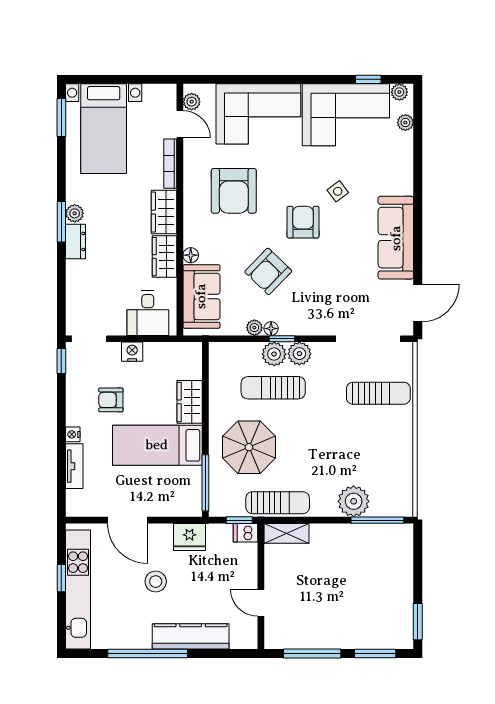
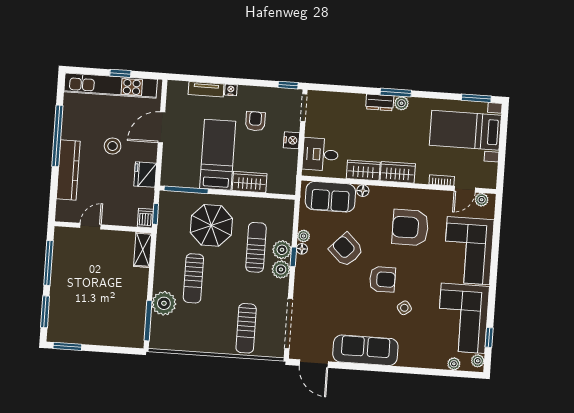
bookcase: (170, 164) -> (442, 180), width x0.64
sun lounger: (278, 503) -> (193, 278), moved

